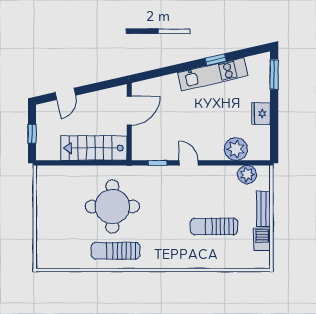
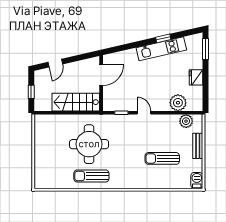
barbecue: (262, 239) -> (197, 181), moved

